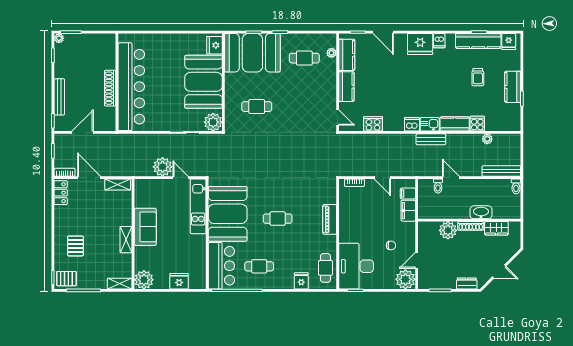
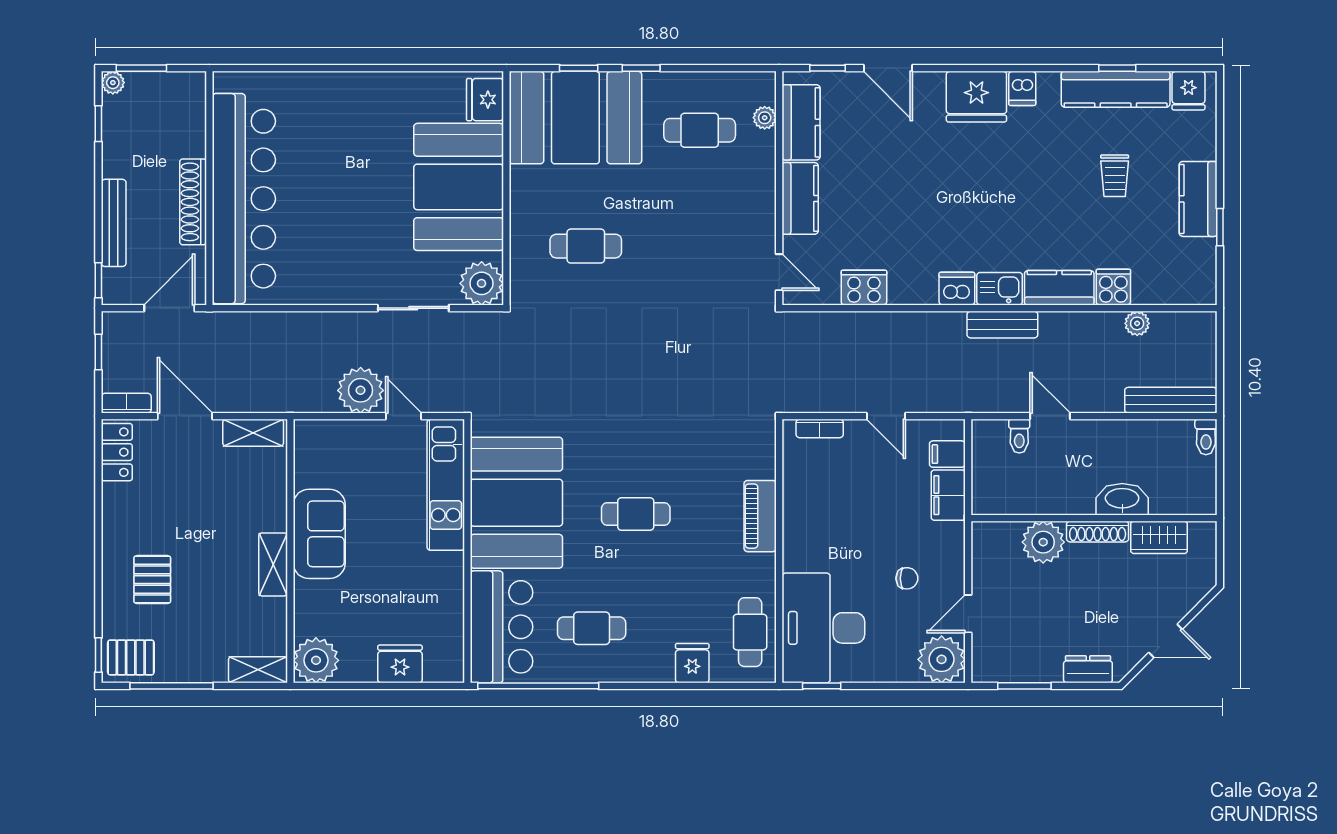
wall: (117, 82) -> (209, 188), moved
bar counter: (131, 87) -> (244, 199), moved
shoe rack: (110, 88) -> (193, 202), moved

